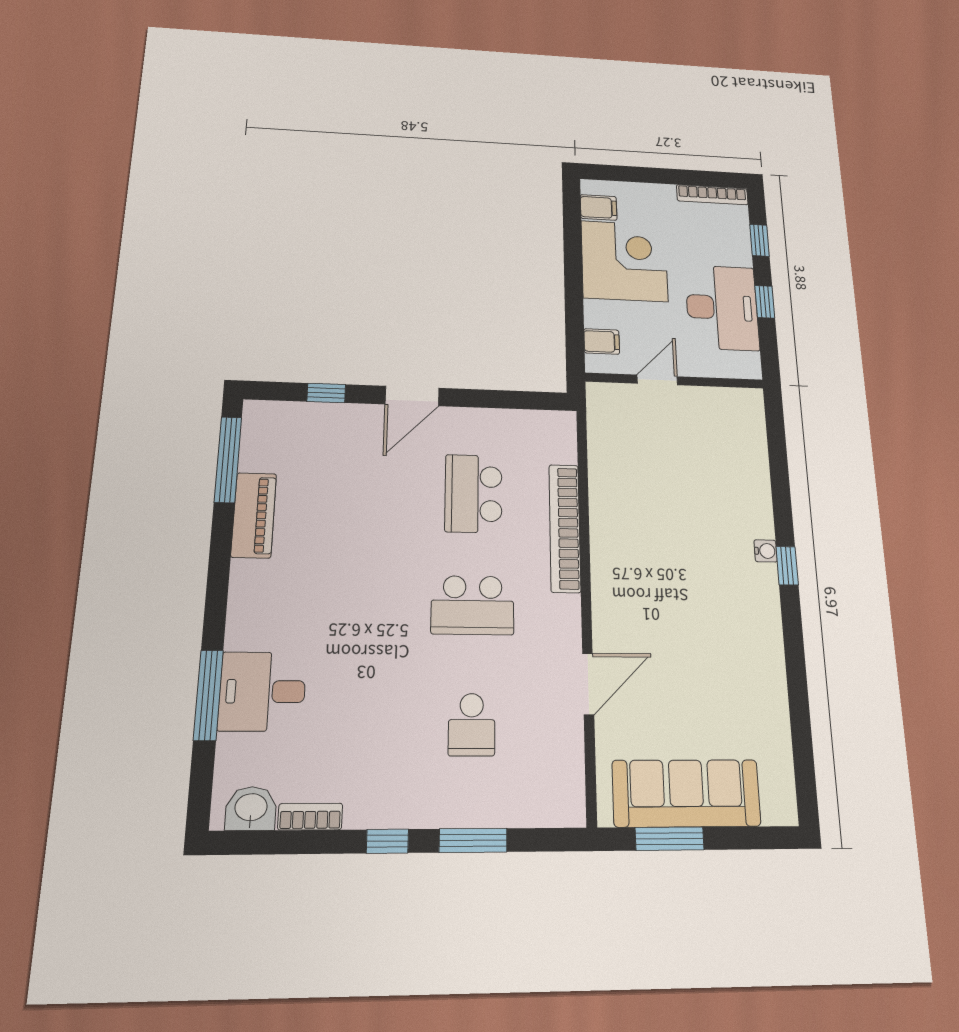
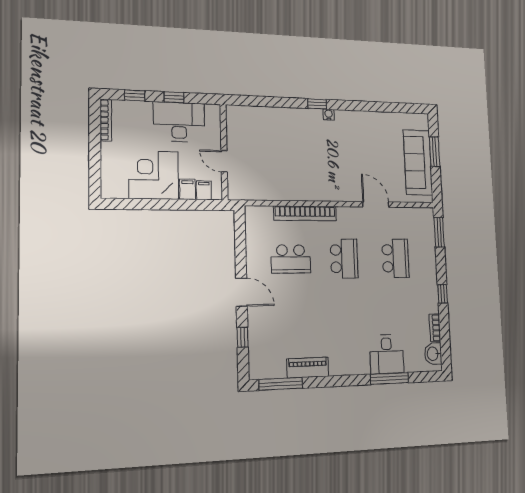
filing cabinet: (599, 207) -> (188, 189), moved
water cooler: (766, 551) -> (329, 115), moved
school desk: (472, 725) -> (395, 258), width x1.85
window: (670, 839) -> (435, 152), moved
window: (473, 840) -> (439, 232), moved

